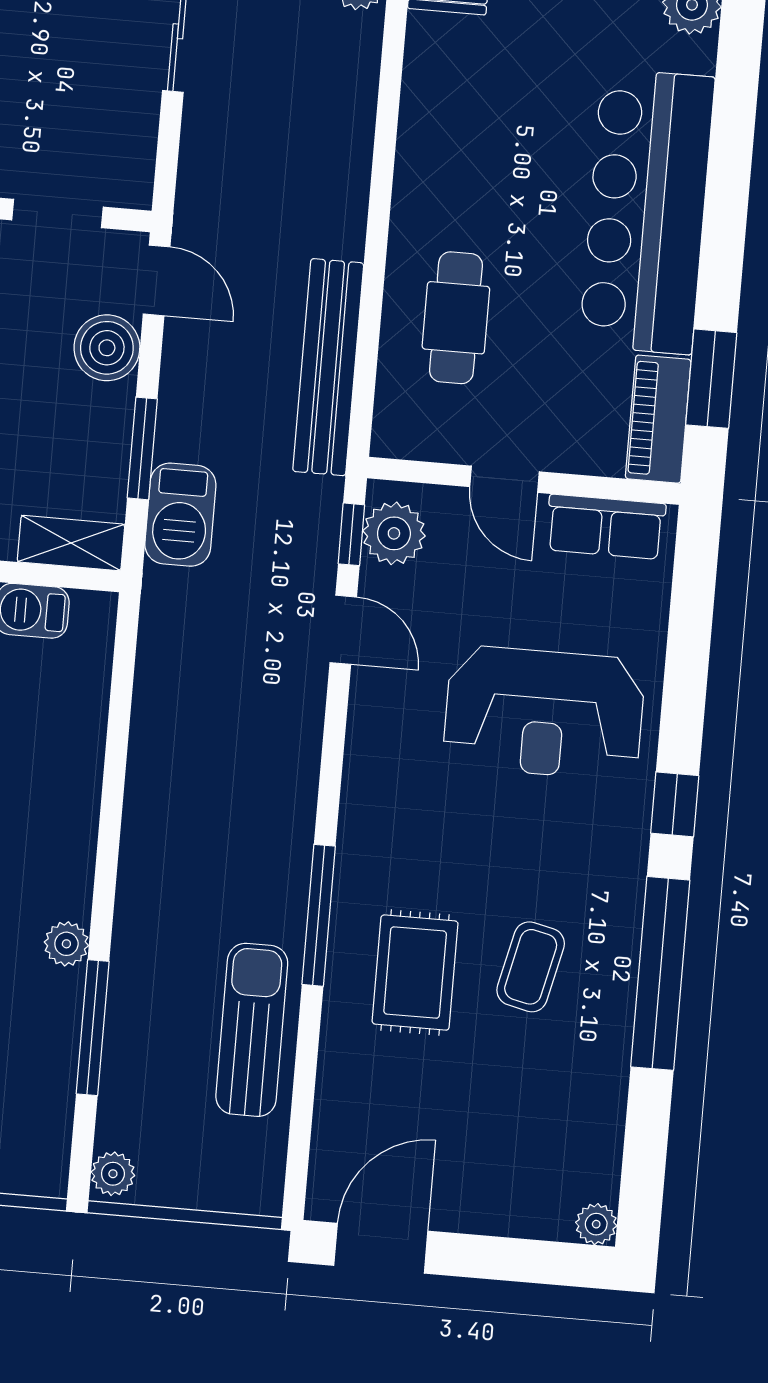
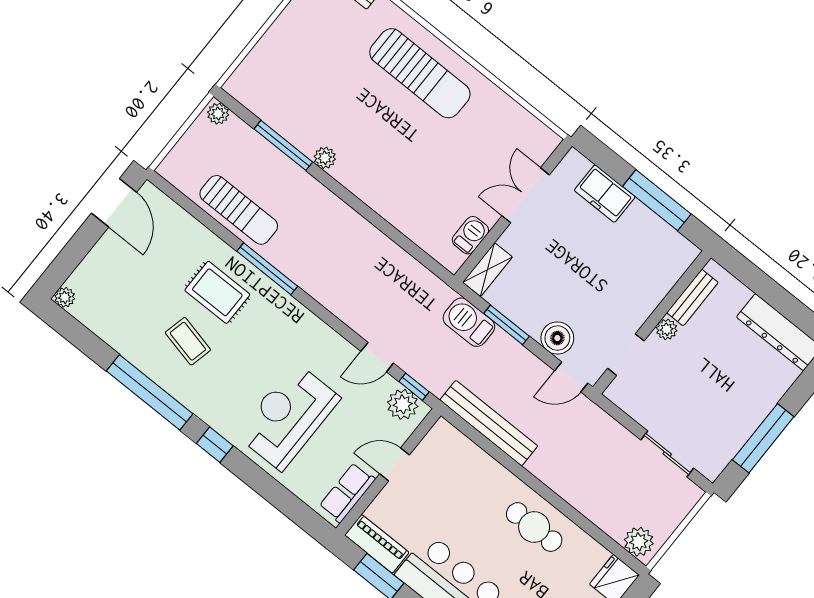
cafe table: (456, 318) -> (534, 527), moved

